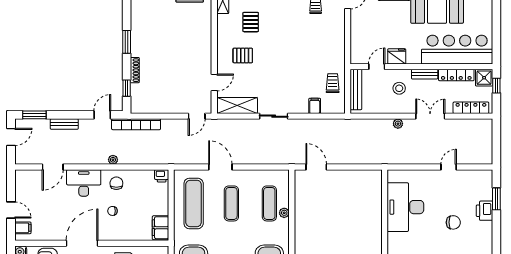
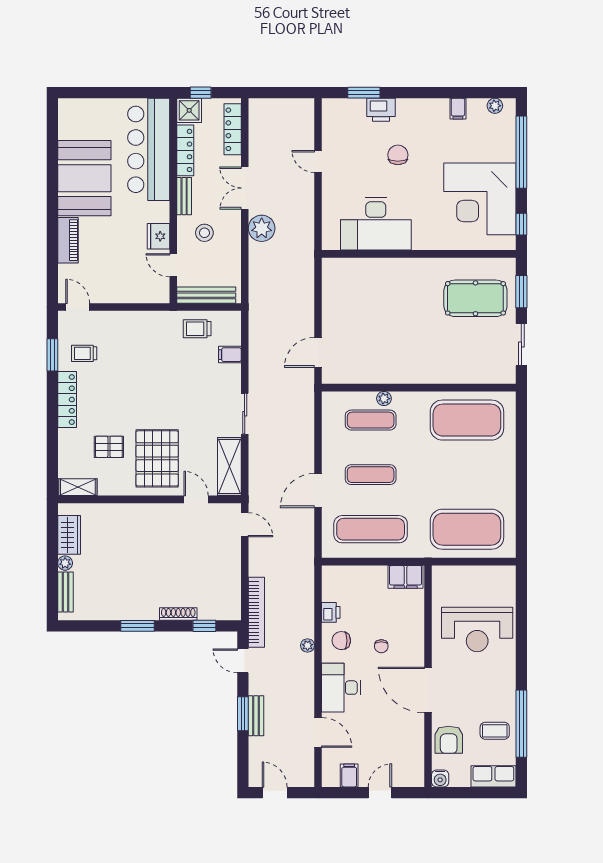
pallet: (243, 55) -> (157, 458), width x2.05, depth x2.00
window: (34, 115) -> (243, 714), moved
plant: (398, 124) -> (262, 228), width x1.87, depth x1.87
printer: (162, 176) -> (331, 612), moved
filing cabinet: (23, 228) -> (349, 775), moved

